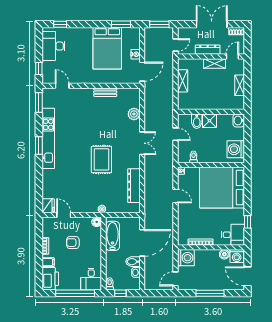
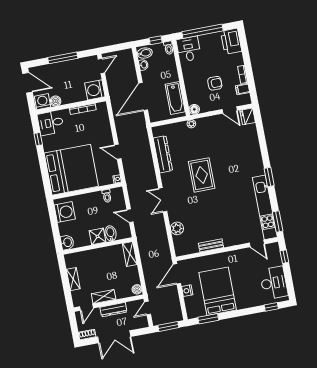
boiler: (182, 64) -> (137, 289), added
shelving: (183, 81) -> (130, 254), moved
kitchen unit: (48, 138) -> (265, 207), moved
filing cabinet: (48, 262) -> (243, 89), moved
bidet: (133, 262) -> (145, 53), moved

